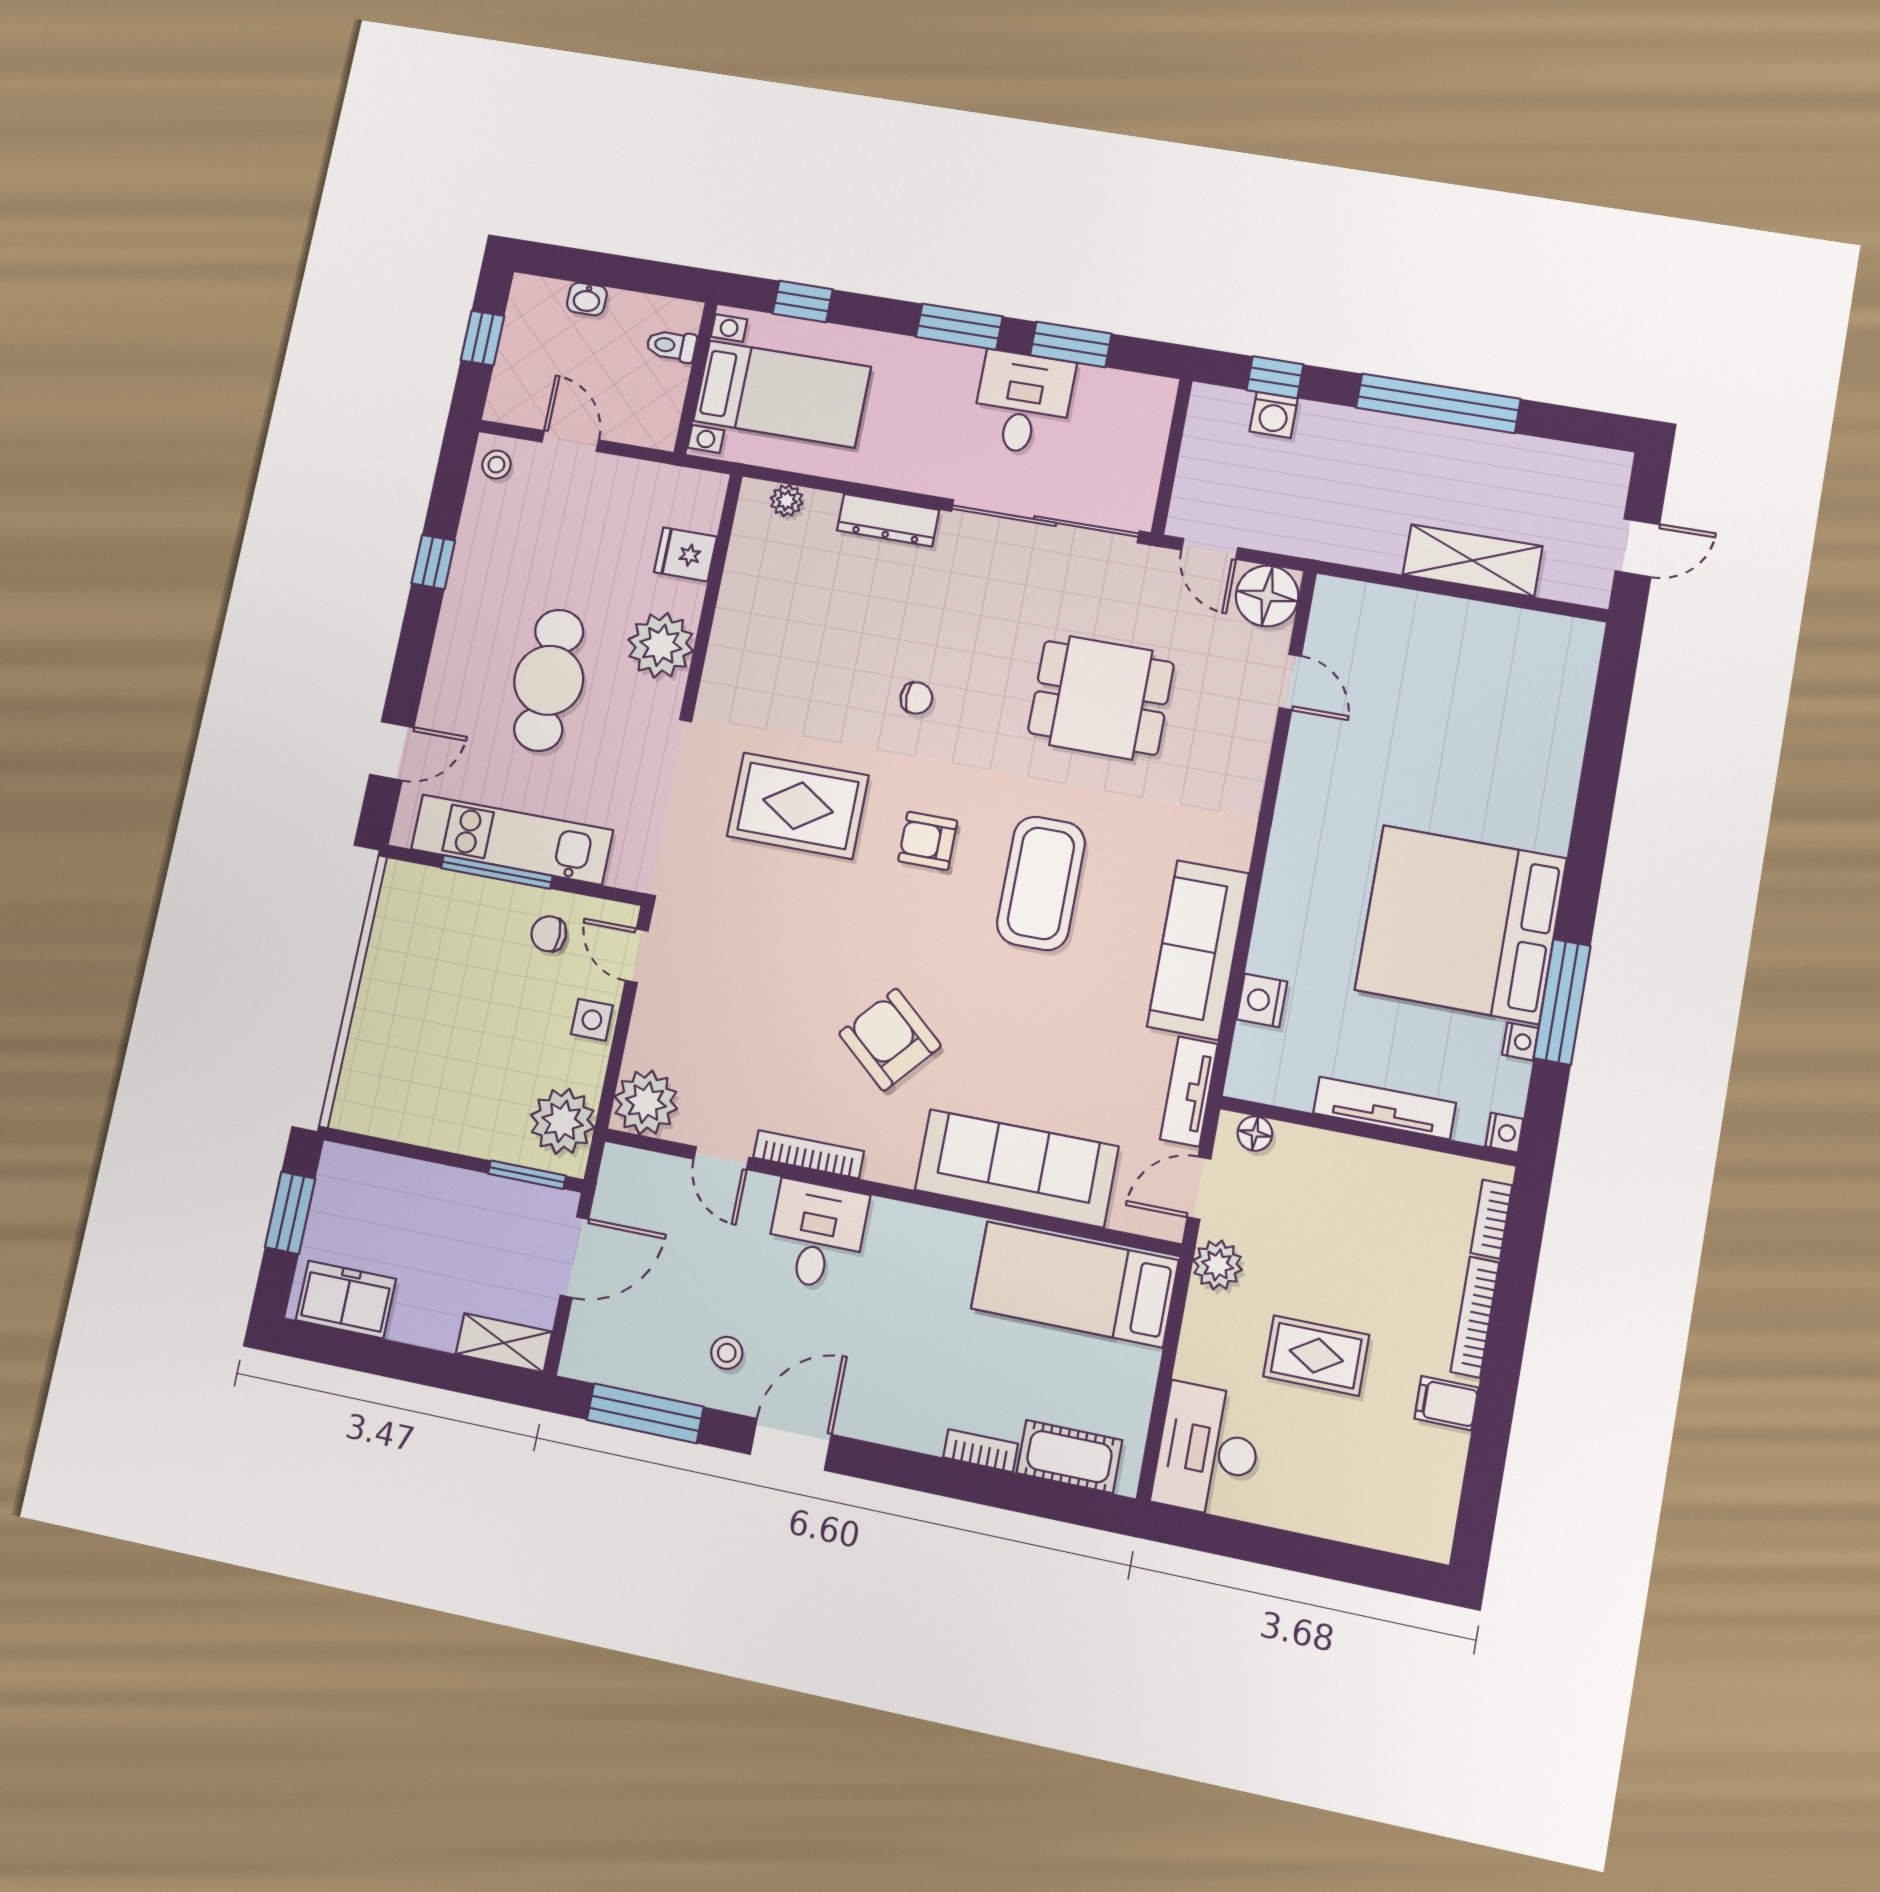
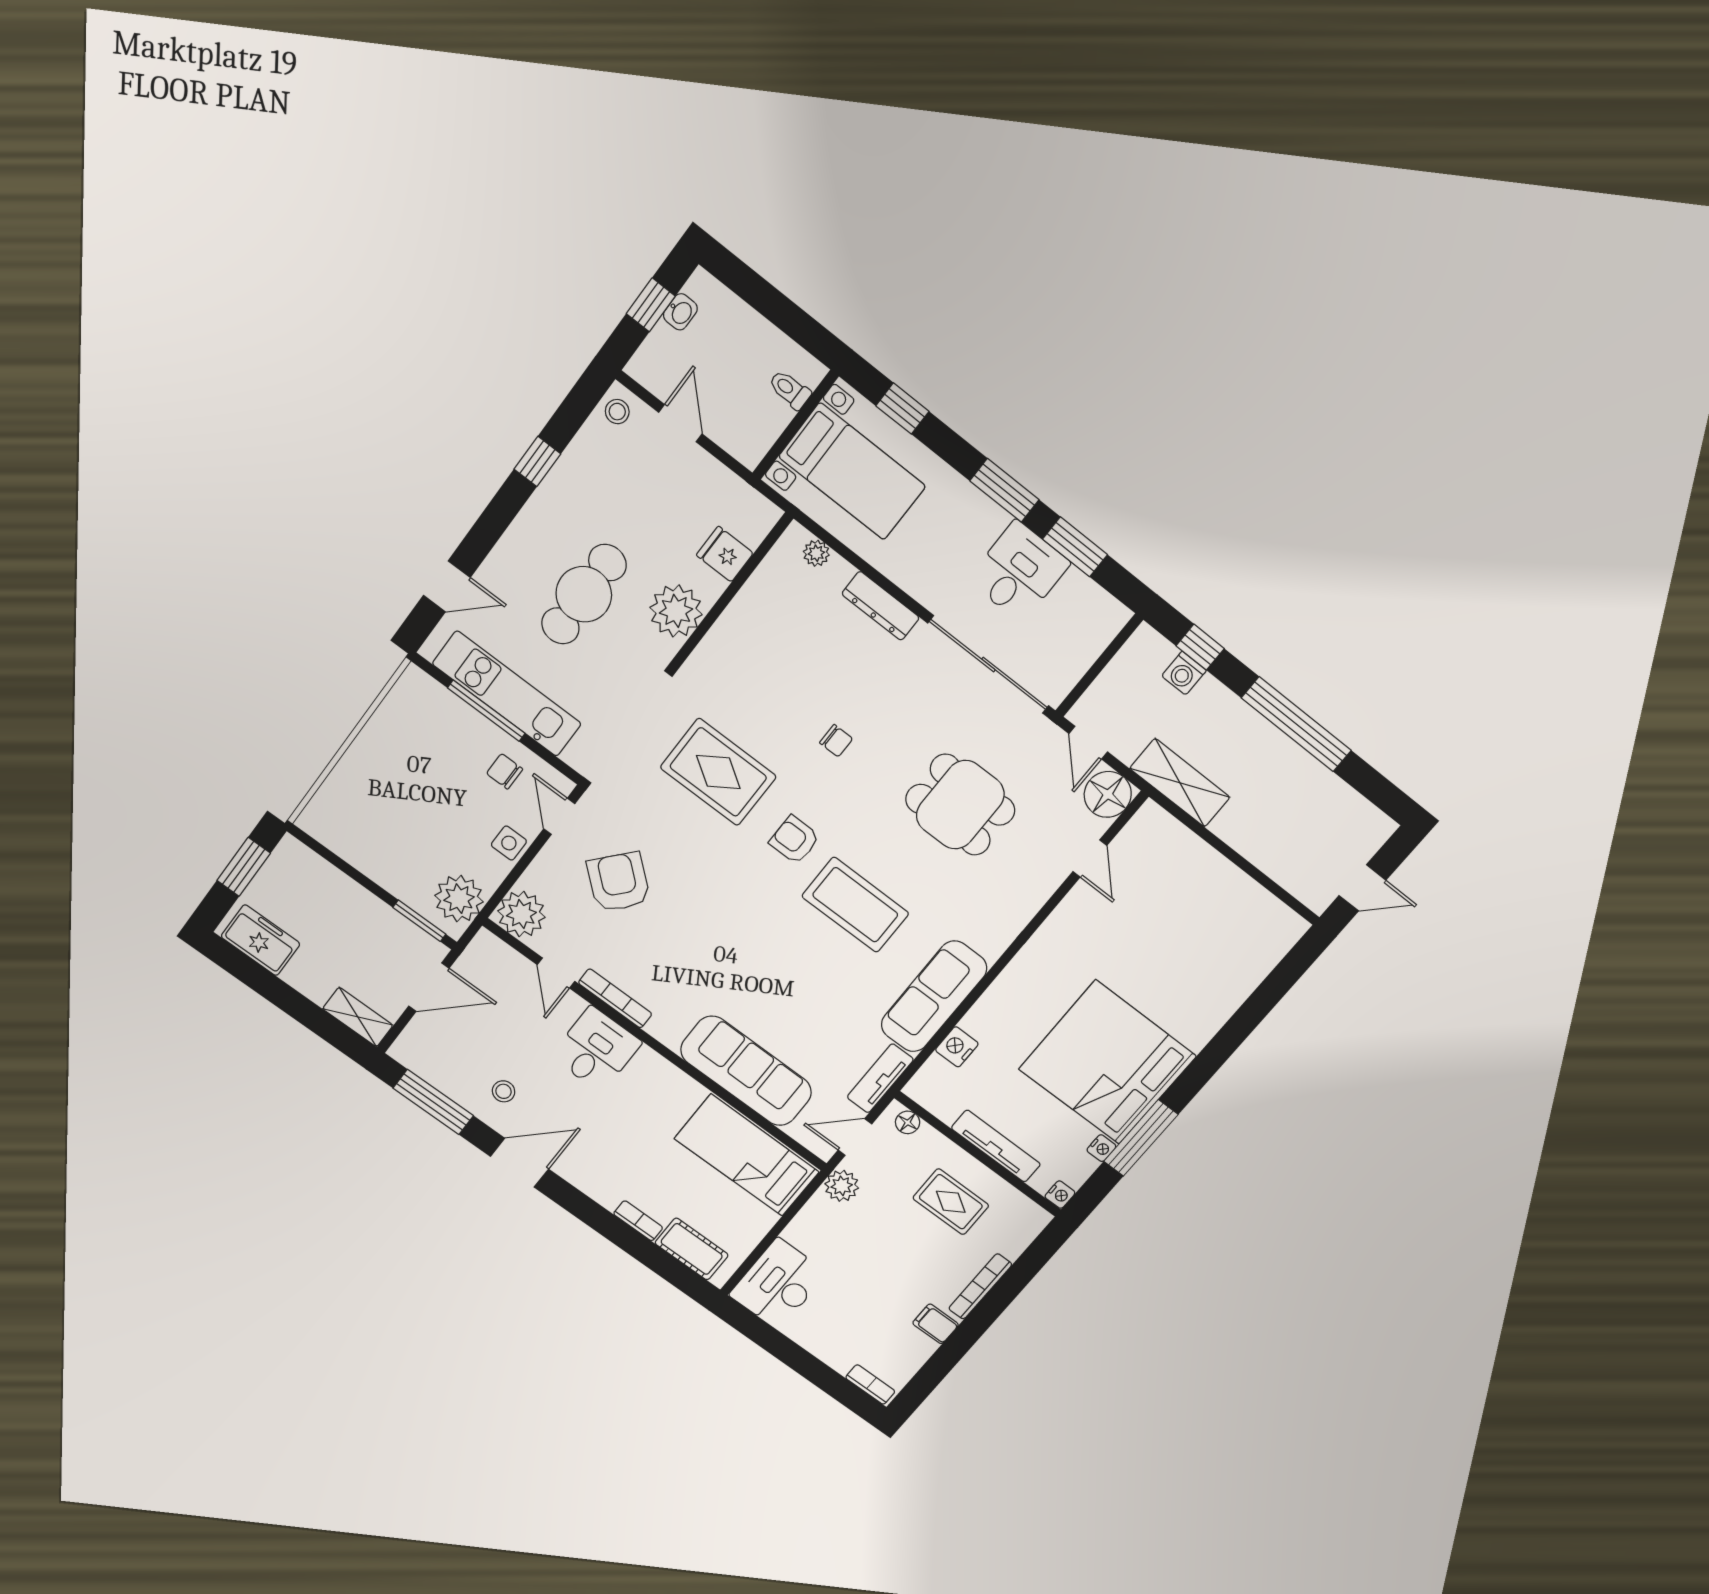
washbasin: (587, 299) -> (680, 312), moved, turned -90
shelving: (1473, 560) -> (1180, 783), moved
coffee table: (1041, 883) -> (855, 905), turned 90
armchair: (890, 1040) -> (619, 882), moved
bookcase: (1491, 1219) -> (870, 1384), moved, turned 90
rug: (1316, 1356) -> (951, 1202), moved

